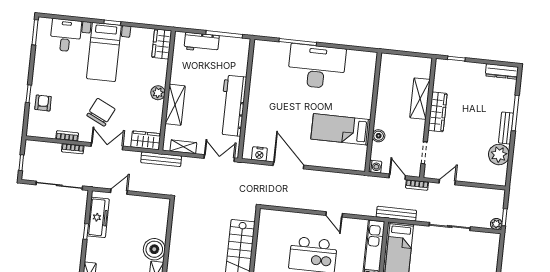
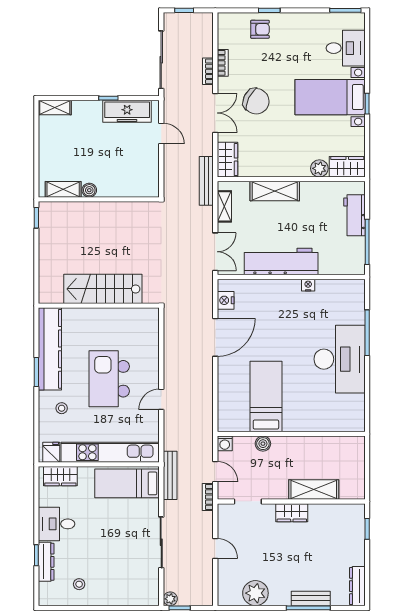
nightstand: (254, 86) -> (308, 285), added
plant: (158, 93) -> (319, 168), moved
wardrobe: (438, 112) -> (292, 513), width x0.67
bench: (506, 128) -> (311, 598), moved
door: (397, 177) -> (215, 472), hinge flipped
door: (447, 182) -> (215, 548), moved
boiler: (154, 249) -> (89, 190), width x0.54, depth x0.54

